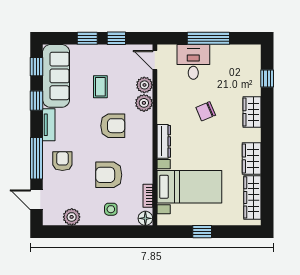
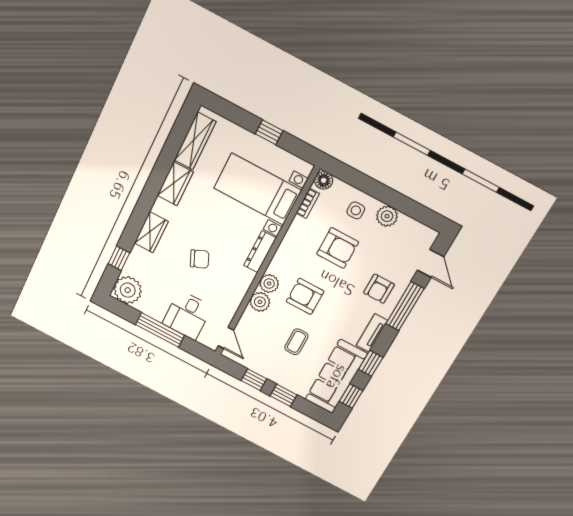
plant: (249, 57) -> (128, 290), added
plant: (144, 85) -> (269, 284), moved
plant: (72, 217) -> (387, 216), moved

